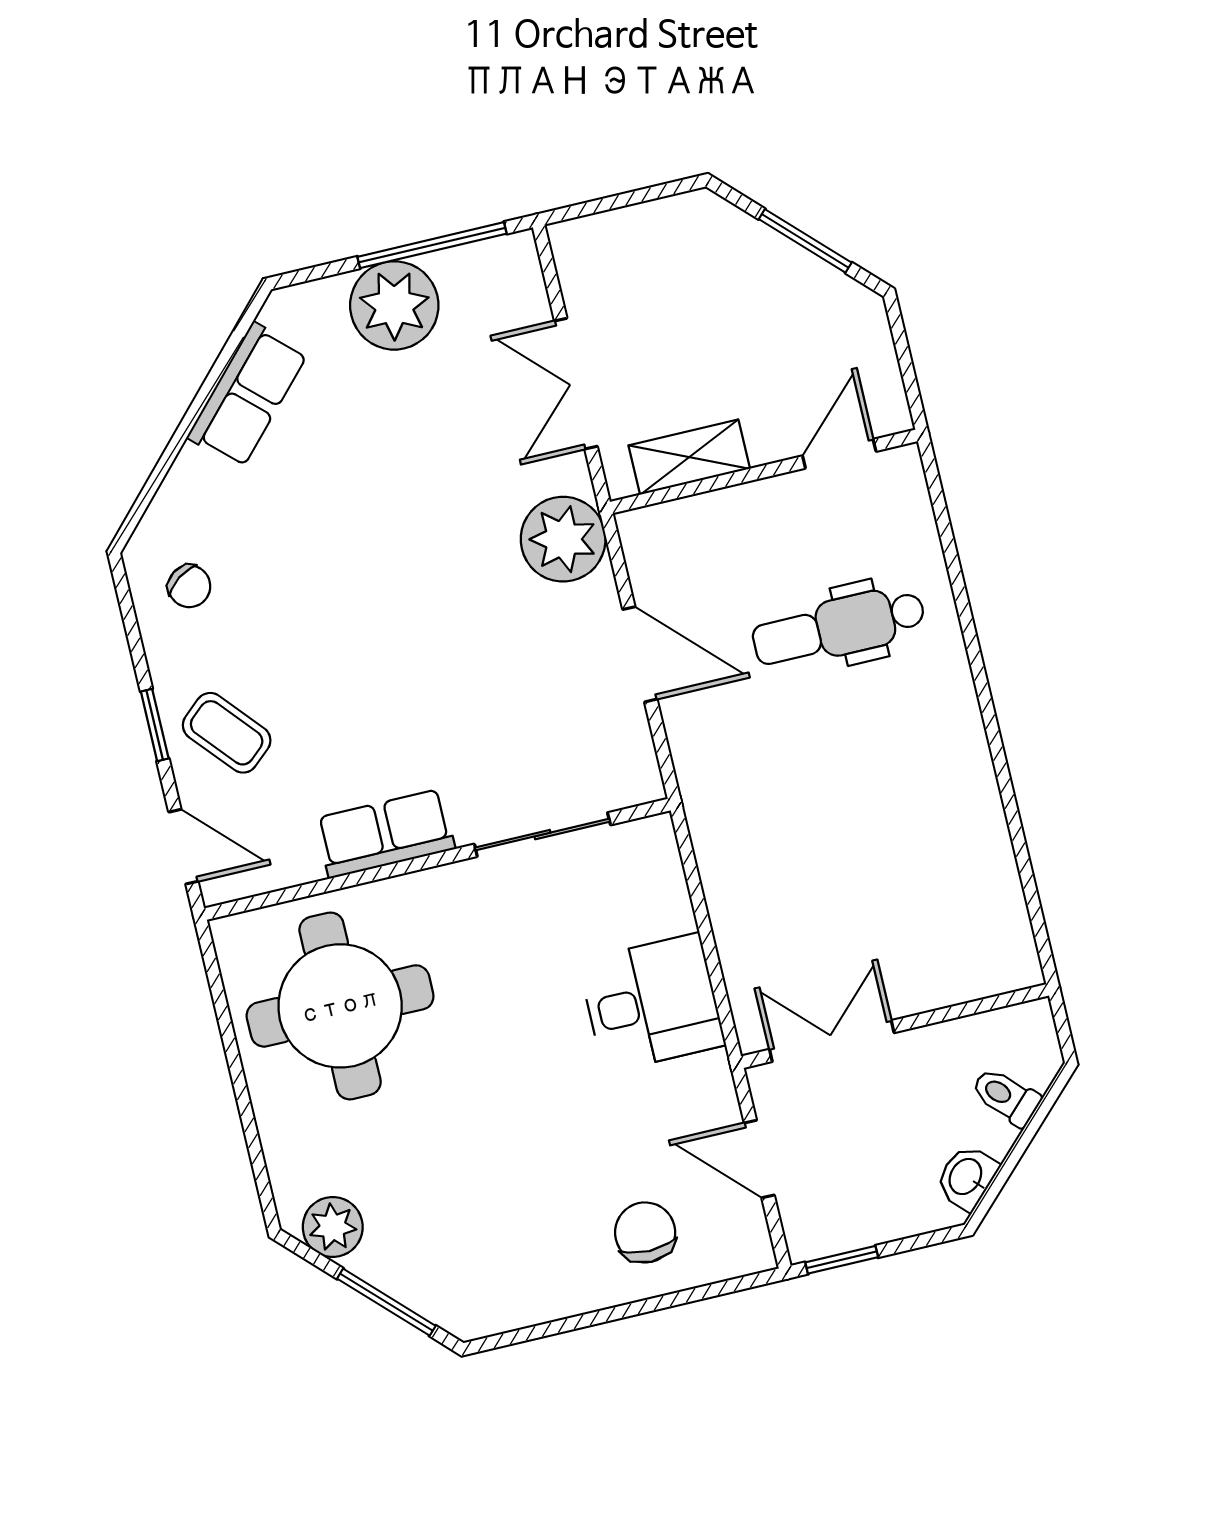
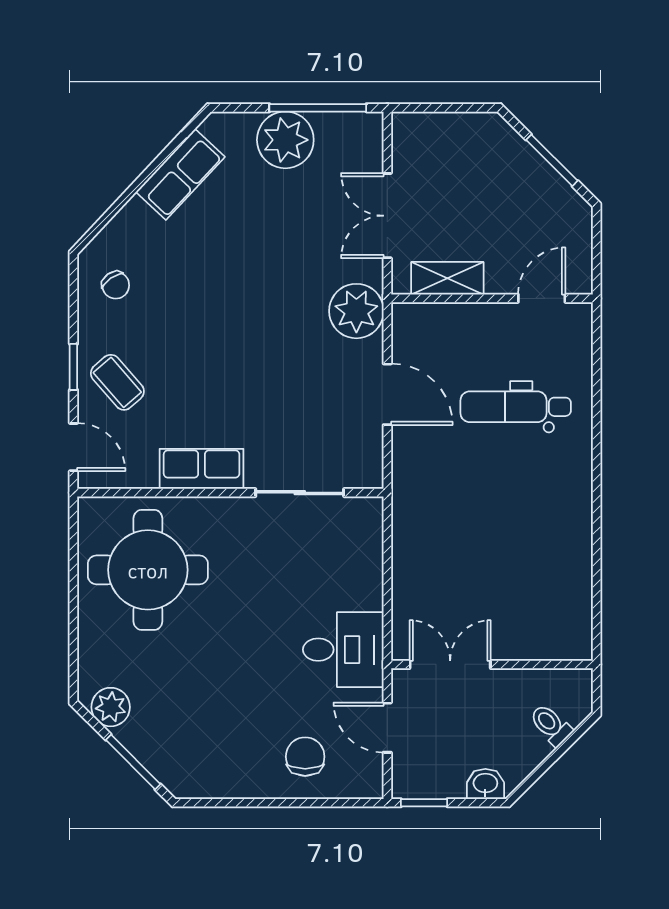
desk: (652, 1003) -> (343, 650), moved
washbasin: (967, 1177) -> (485, 784), moved, turned 45

